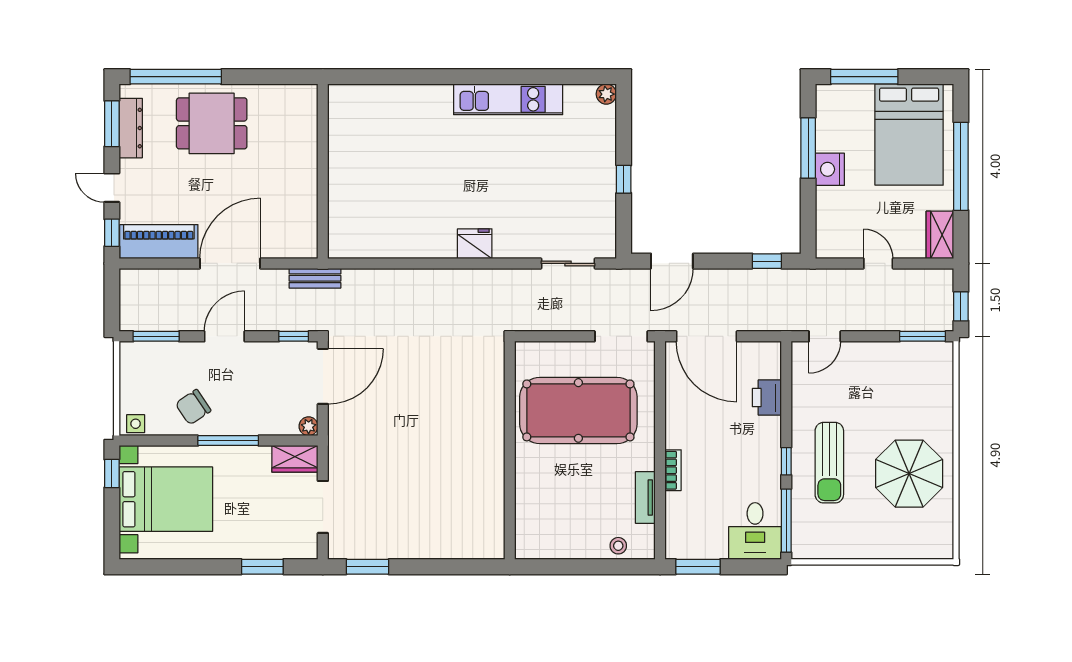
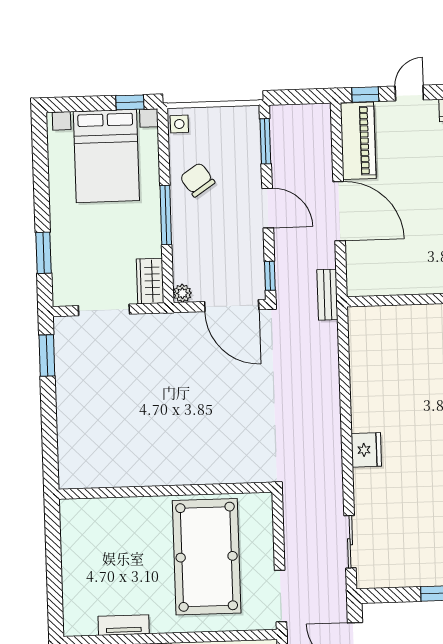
stool: (618, 546) -> (76, 600), removed

